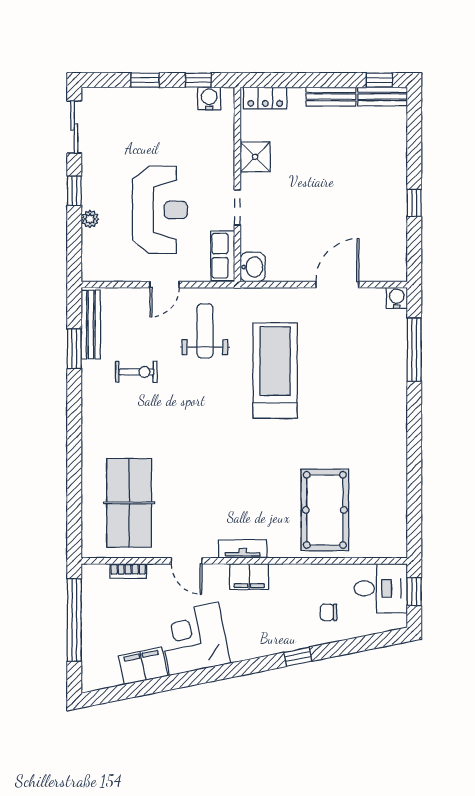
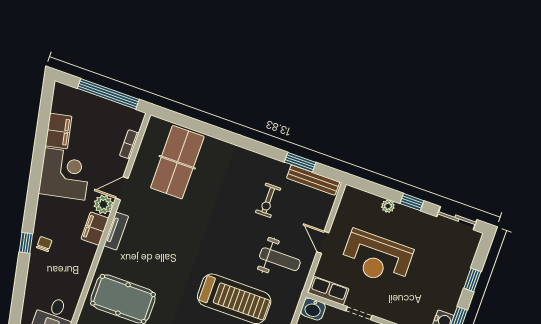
table tennis table: (129, 503) -> (177, 162), turned 90
plant: (215, 577) -> (103, 204), added
chair: (329, 612) -> (44, 244), moved

